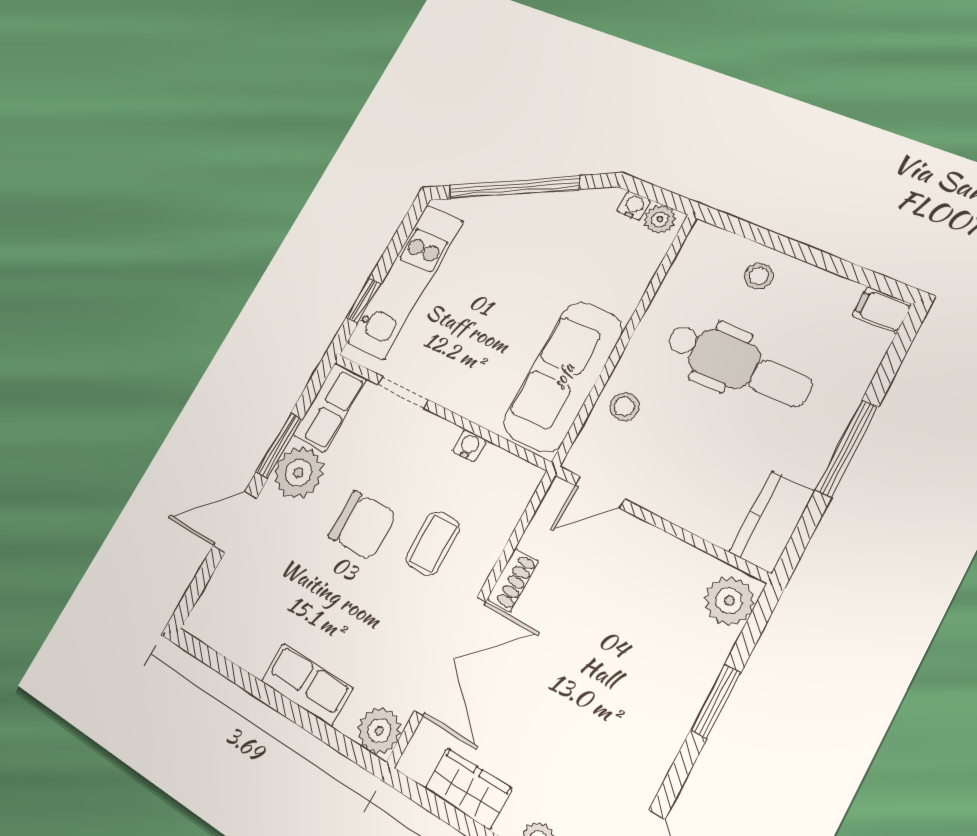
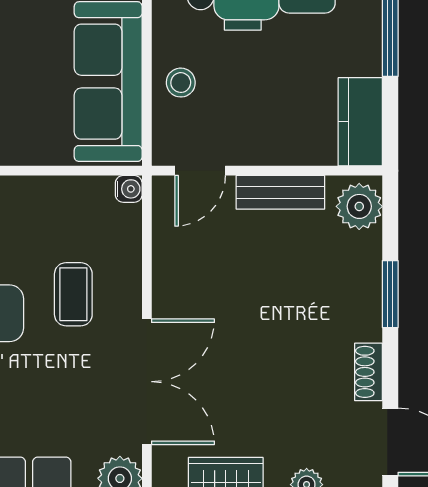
water cooler: (469, 446) -> (129, 189), moved, turned 90
bench: (661, 549) -> (280, 192), added
shoe rack: (513, 580) -> (368, 372), moved, turned 180

